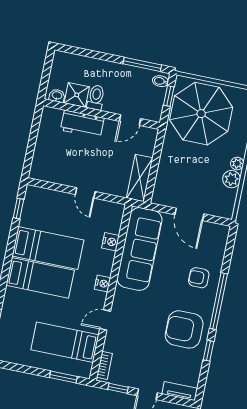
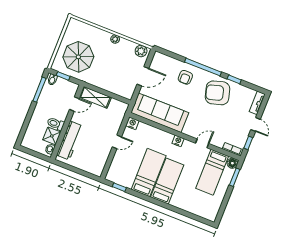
parasol: (201, 114) -> (78, 57), width x0.73, depth x0.73
door: (130, 120) -> (74, 104), hinge flipped
workbench: (82, 124) -> (70, 140), width x1.38
shelving: (140, 178) -> (95, 97), moved
plant: (232, 179) -> (141, 51), moved
nightstand: (110, 242) -> (132, 123), moved
door: (105, 320) -> (202, 143), swing flipped
armchair: (184, 329) -> (217, 93), turned 74
floor lamp: (84, 370) -> (232, 163), added

